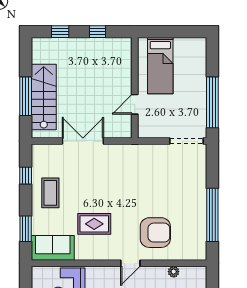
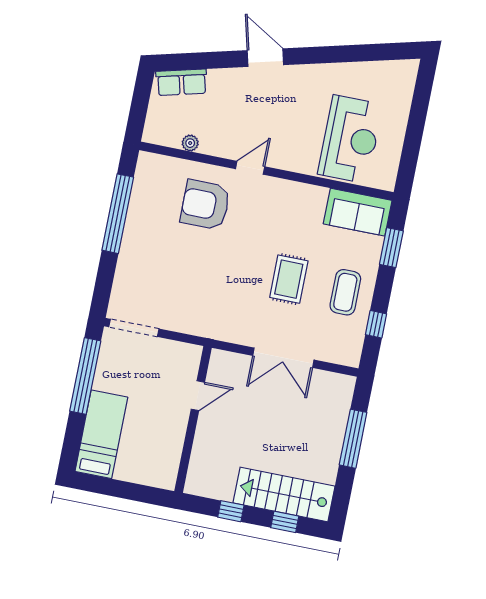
bed: (160, 66) -> (101, 434), moved
stairs: (44, 97) -> (284, 495), moved, turned 90
rug: (94, 224) -> (289, 279), moved, turned 90

